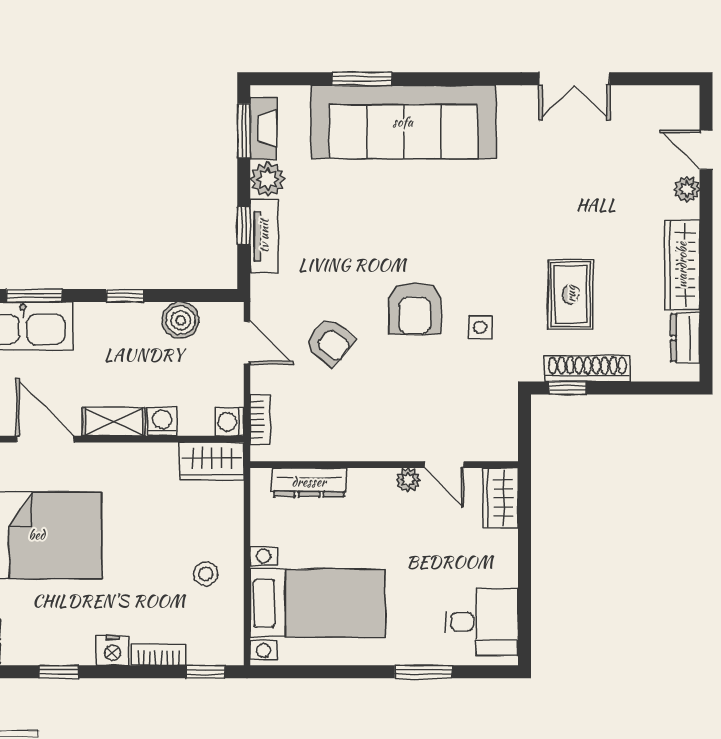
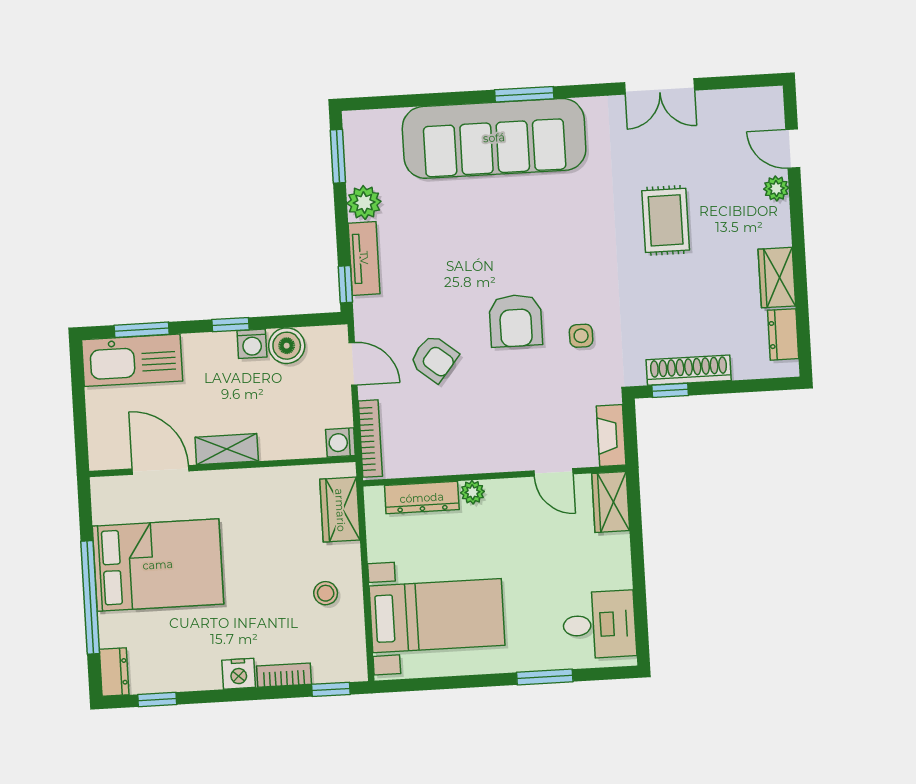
window: (362, 79) -> (524, 94), moved
fireplace: (263, 128) -> (611, 435), moved, turned 180
window: (244, 226) -> (345, 284), moved
wardrobe: (682, 265) -> (777, 278), width x0.67
rug: (571, 294) -> (666, 220), moved
bookcase: (260, 420) -> (370, 439), width x1.56
washing machine: (162, 422) -> (252, 344), moved, turned 180
wardrobe: (212, 461) -> (340, 510), moved, turned 90
plant: (408, 480) -> (472, 492), moved
window: (59, 672) -> (157, 699), moved

